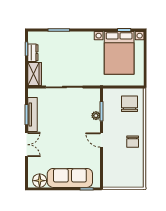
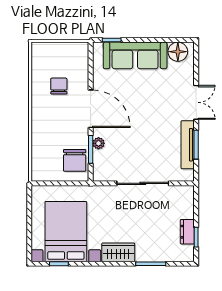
wardrobe: (35, 74) -> (118, 252), moved, turned 90
chair: (130, 104) -> (75, 160), moved
door: (102, 140) -> (91, 109), width x1.88
chair: (133, 142) -> (59, 86), moved
double door: (27, 145) -> (196, 102), swing flipped

